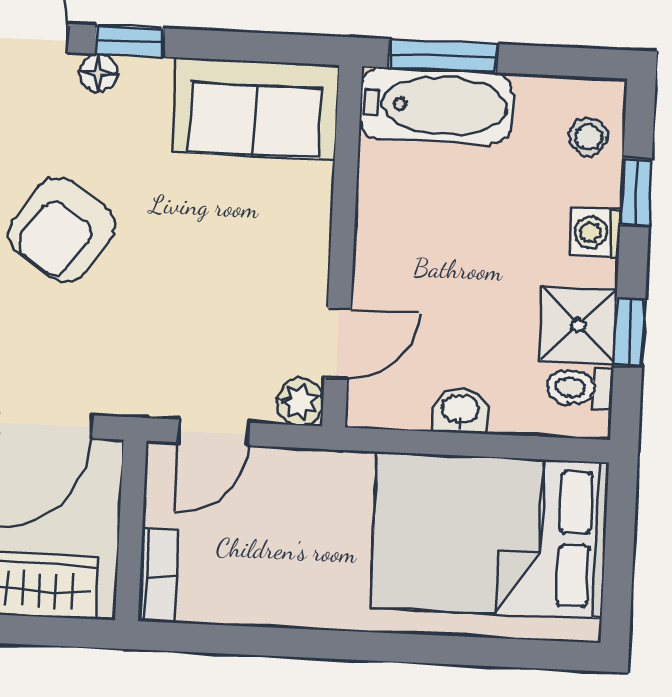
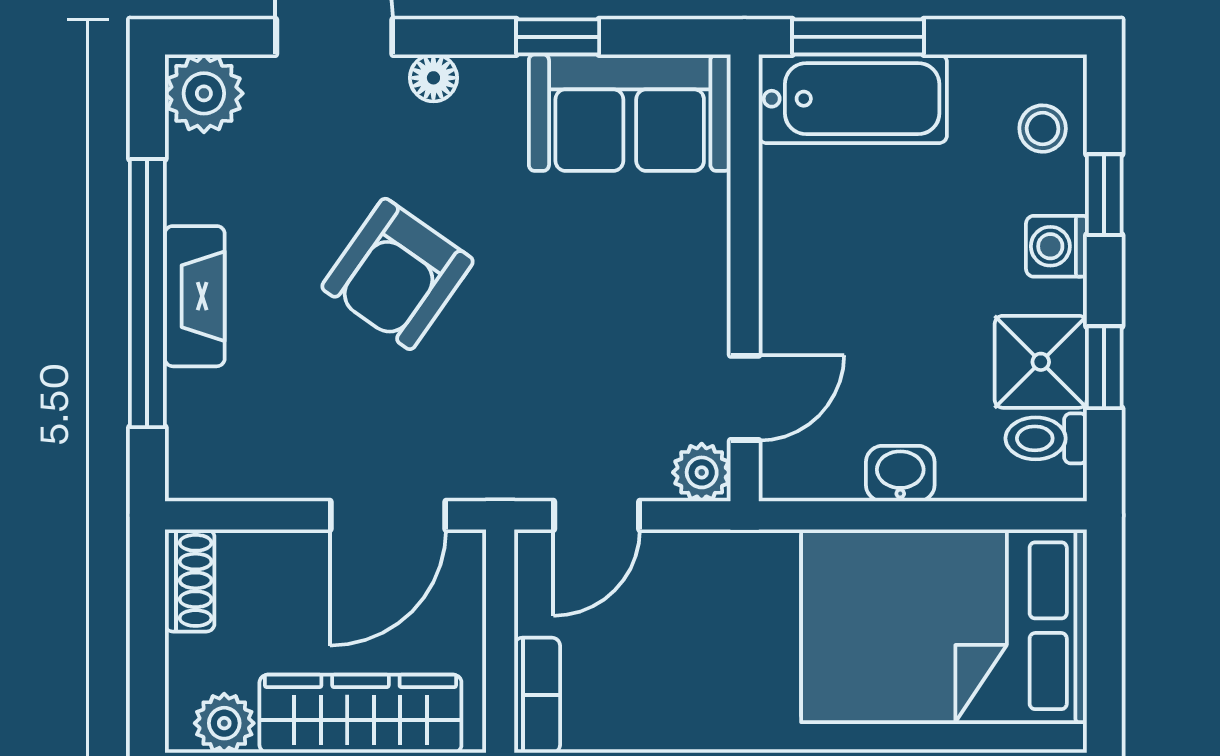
window: (129, 41) -> (558, 37), moved

